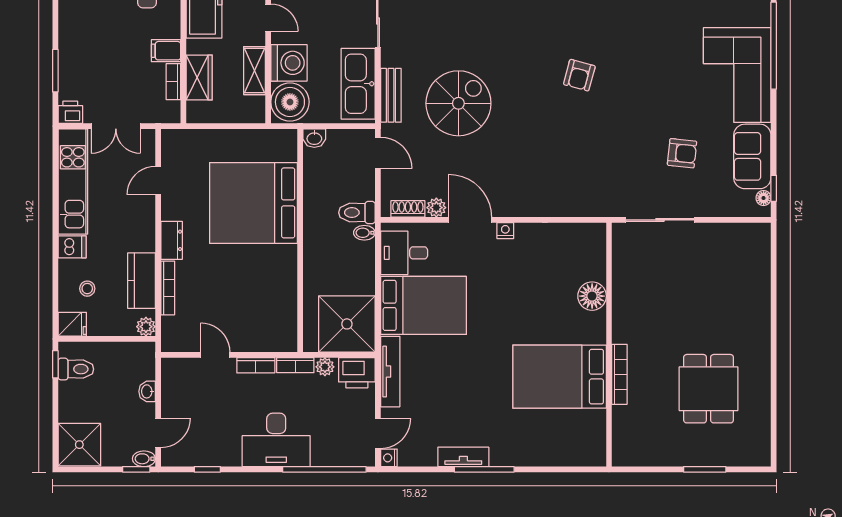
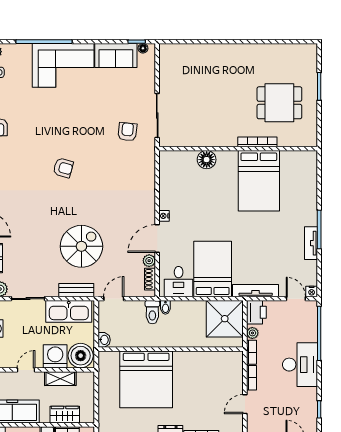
spiral stairs: (458, 103) -> (81, 246), turned 90
armchair: (682, 153) -> (127, 132), moved
dining table: (709, 389) -> (279, 103), moved

